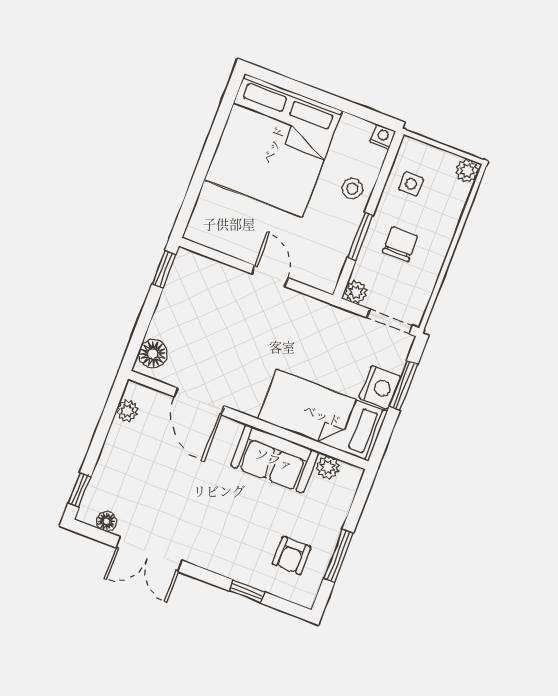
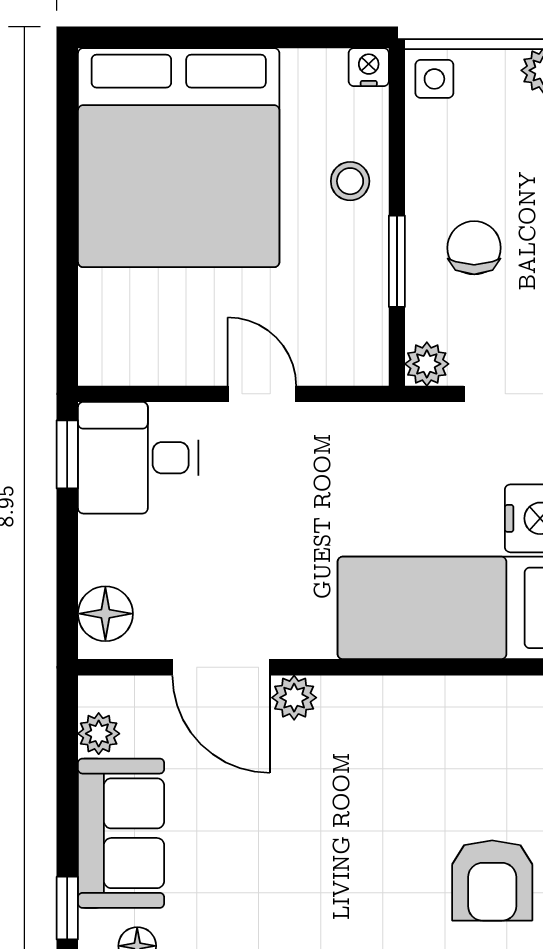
side table: (411, 184) -> (434, 79), moved
desk: (198, 284) -> (138, 458), added
sofa: (274, 459) -> (121, 833), moved, turned -90
plant: (328, 467) -> (294, 698), moved
armchair: (292, 555) -> (492, 880), width x1.38, depth x1.38

